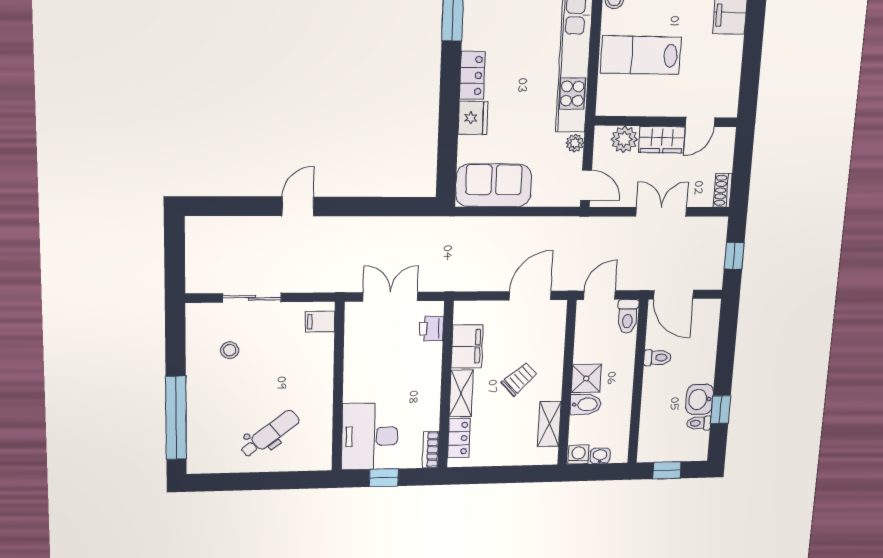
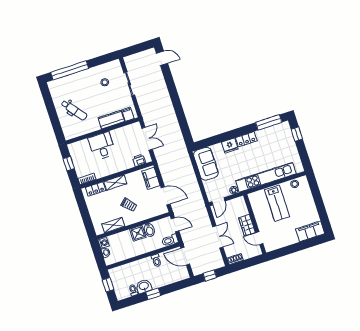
lab bench: (641, 55) -> (277, 203), turned 180
plant: (624, 139) -> (242, 210), removed
door: (298, 206) -> (162, 58), moved
door: (674, 295) -> (185, 256), hinge flipped
filing cabinet: (467, 346) -> (151, 178), moved, turned 90
kitchen counter: (319, 361) -> (111, 120), added
bidet: (585, 404) -> (149, 230), moved
window: (721, 410) -> (153, 294), moved
desk: (370, 436) -> (102, 146), moved, width x0.73

